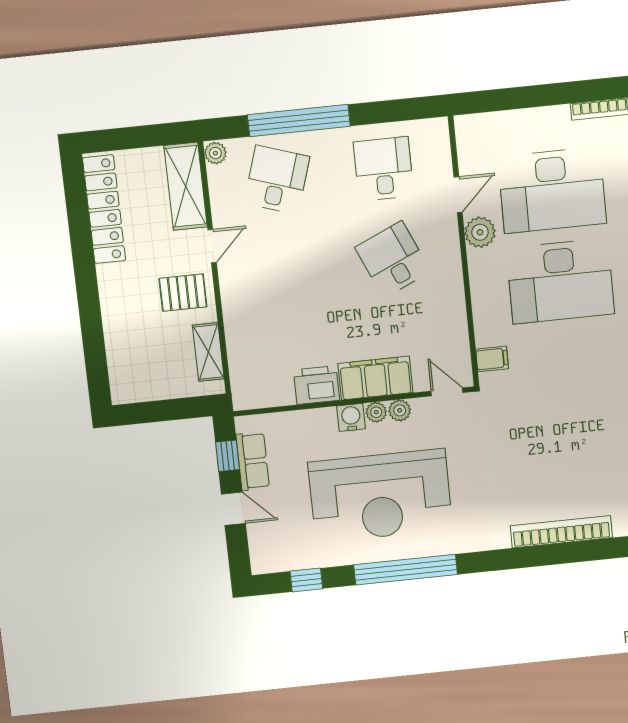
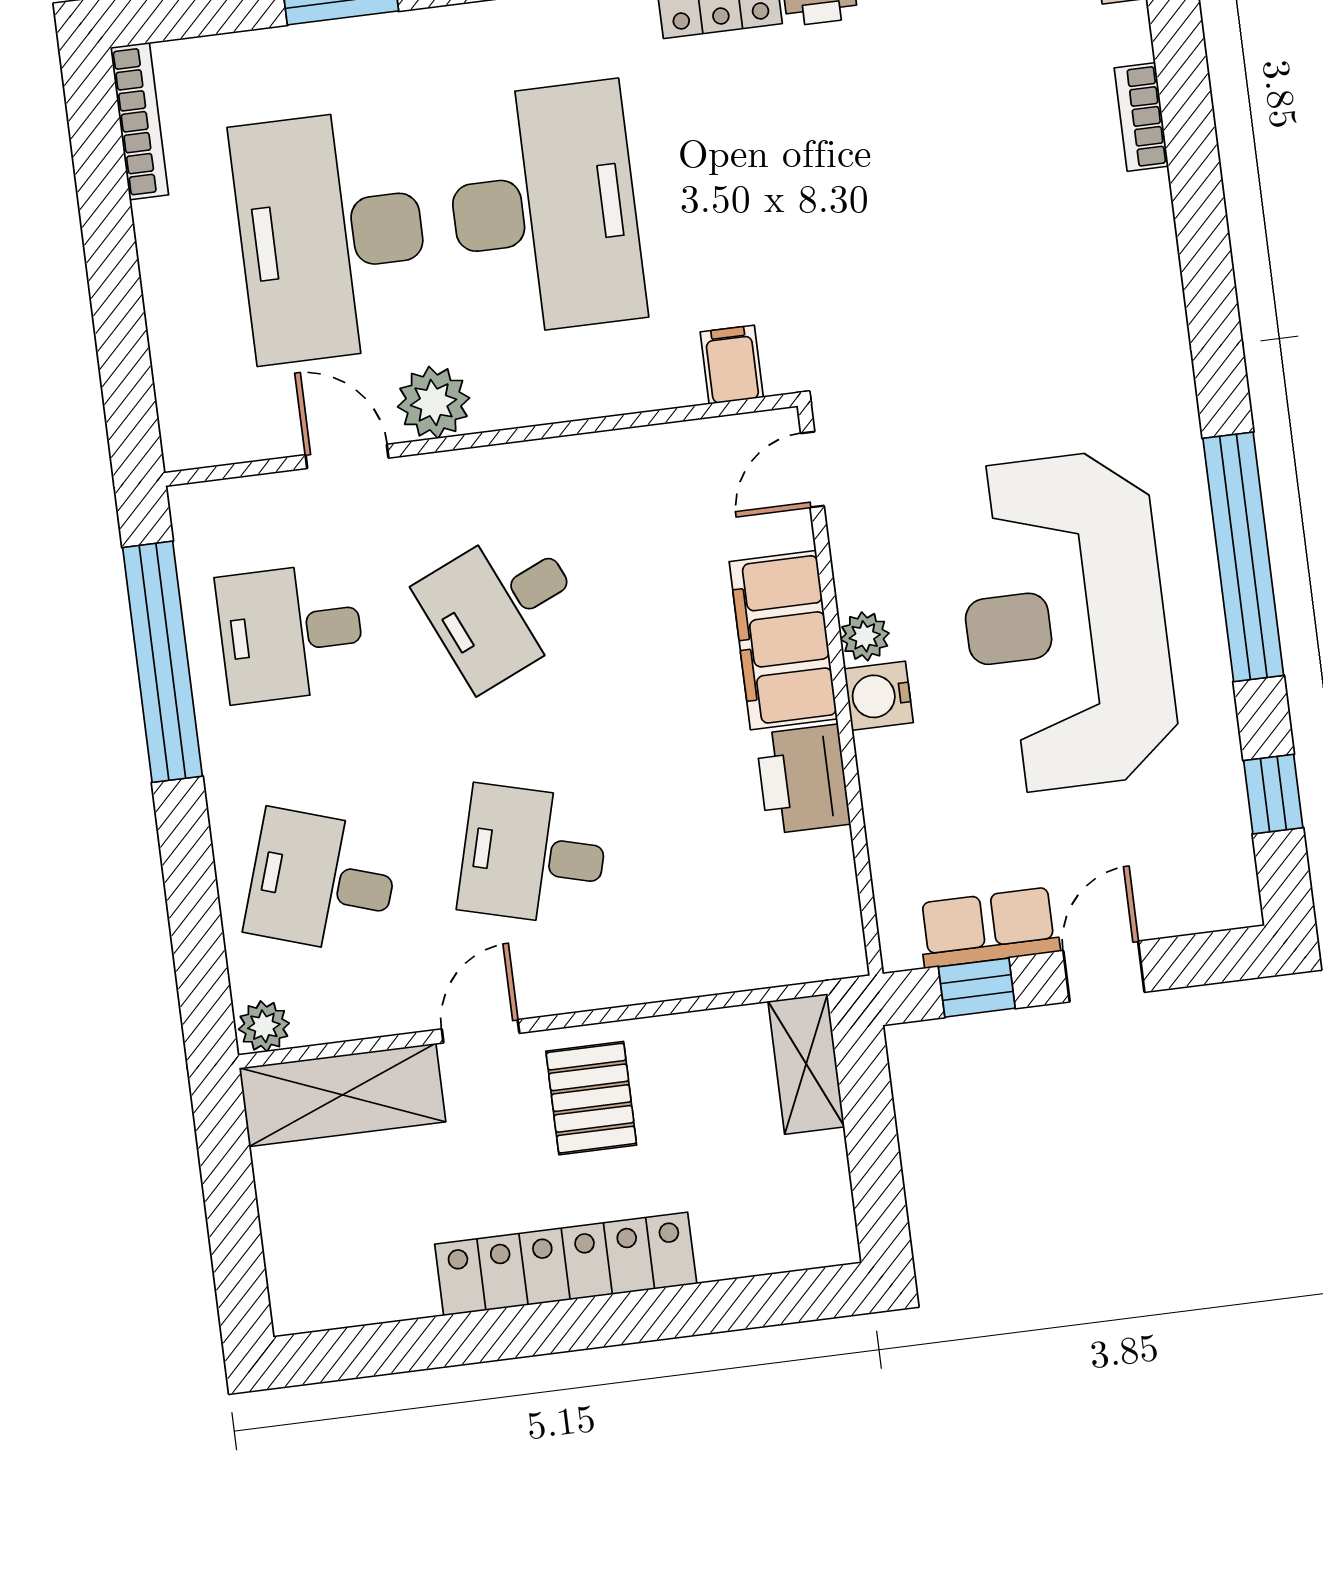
window: (299, 121) -> (162, 662), moved
desk: (552, 190) -> (331, 236), turned 180
locker: (104, 209) -> (566, 1264), moved
door: (212, 246) -> (481, 1031), hinge flipped
desk: (287, 270) -> (534, 855), added
shelving: (208, 352) -> (806, 1064), moved, turned 90
plant: (400, 410) -> (859, 581), removed
reception desk: (380, 496) -> (1065, 622), turned 180
bookcase: (561, 532) -> (1141, 117), width x0.43, depth x0.76

